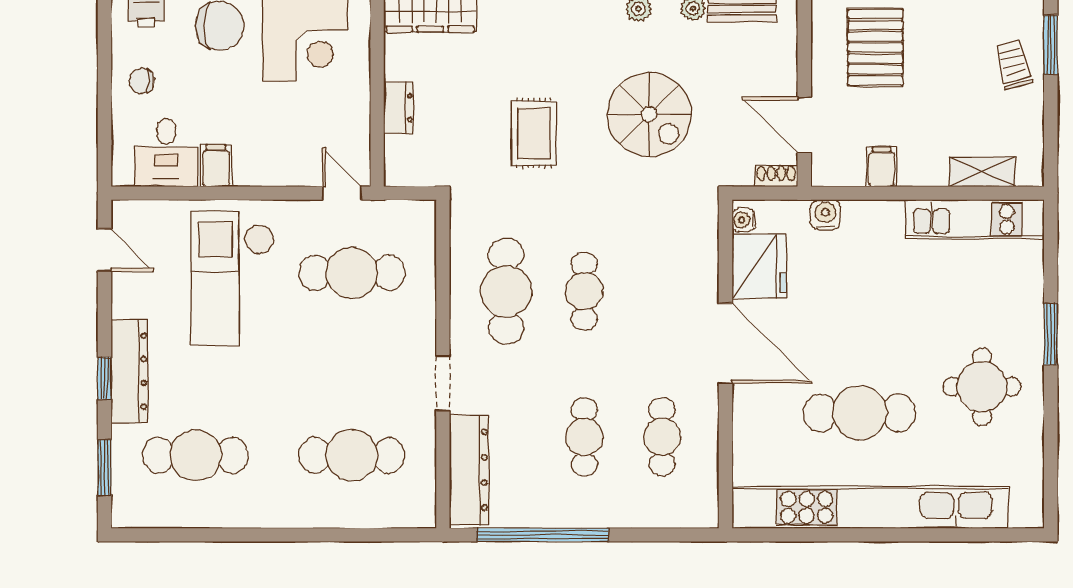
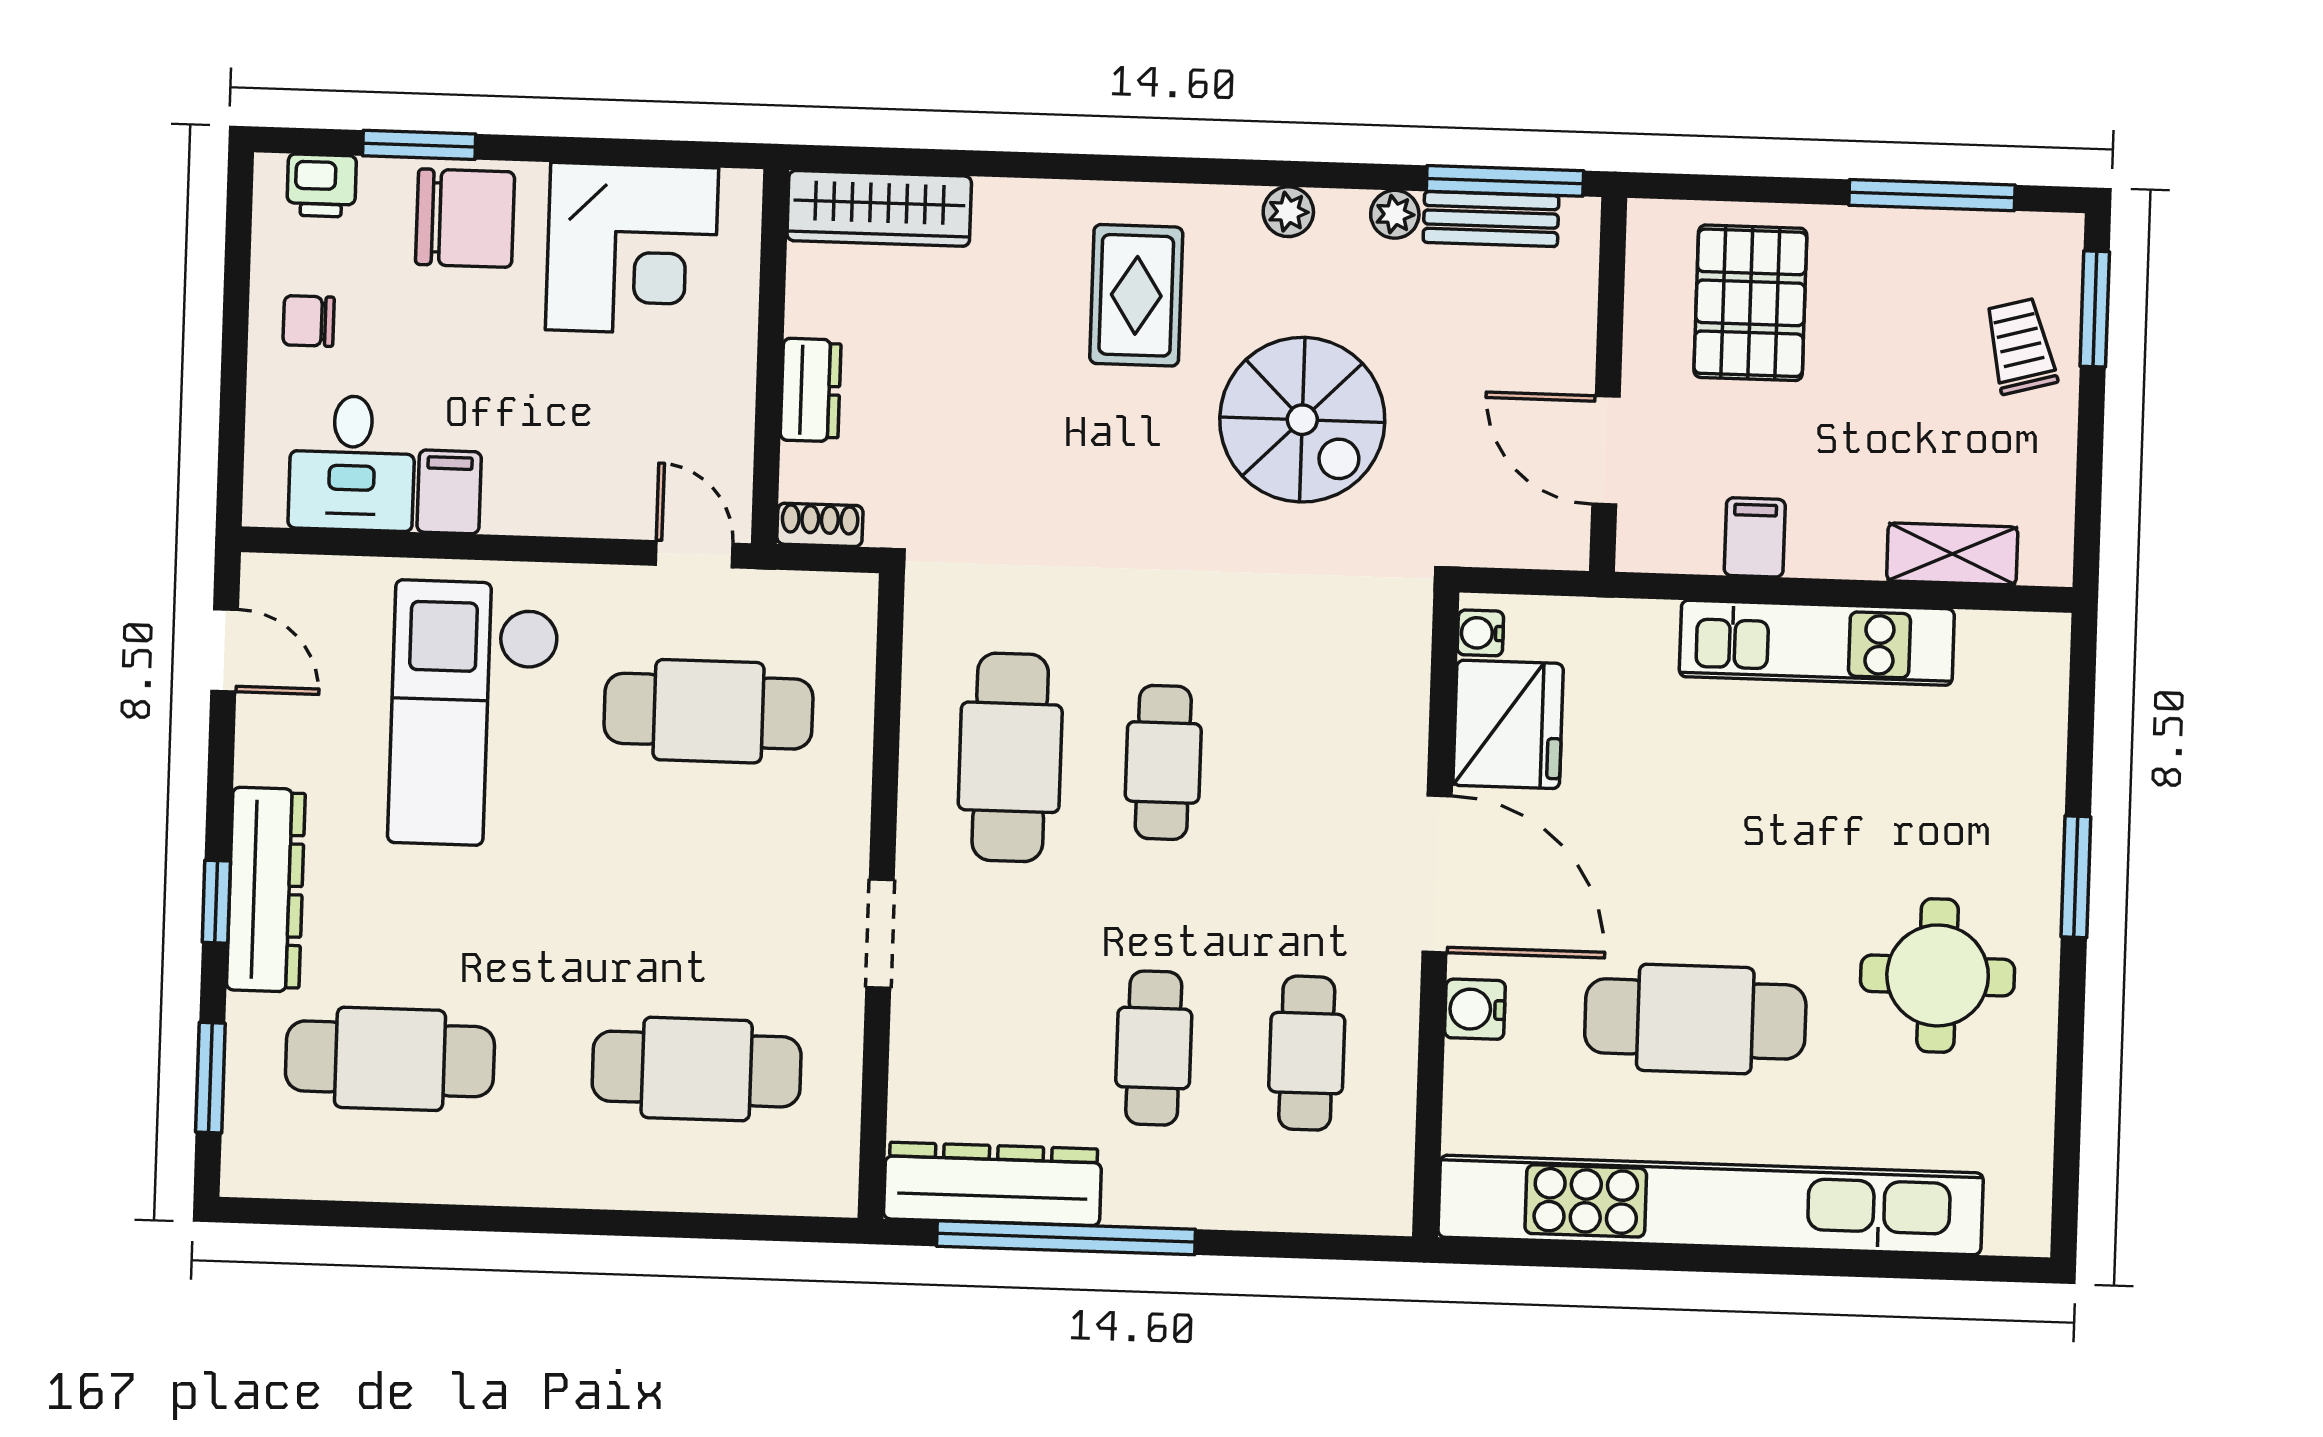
rug: (534, 133) -> (1136, 295), moved
shoe rack: (776, 176) -> (820, 525), moved
water cooler: (825, 215) -> (1475, 1009), moved, turned -90
kitchen unit: (975, 219) -> (1817, 643), moved
dresser: (469, 470) -> (993, 1184), moved, turned -90

